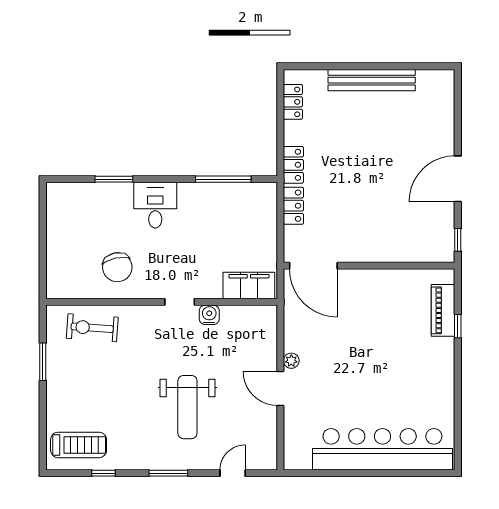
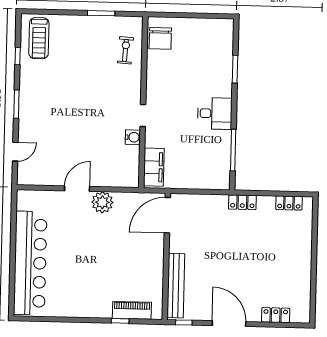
bench: (372, 80) -> (176, 286), moved
desk: (155, 205) -> (215, 113), moved
locker: (293, 206) -> (276, 315), moved, turned 180
chair: (117, 267) -> (160, 38), moved, turned -78
exercise bike: (92, 328) -> (125, 50), width x0.73, depth x0.72
plant: (291, 361) -> (102, 202), width x1.88, depth x1.88
weight bench: (187, 407) -> (65, 119), removed
door: (233, 473) -> (15, 152), hinge flipped

